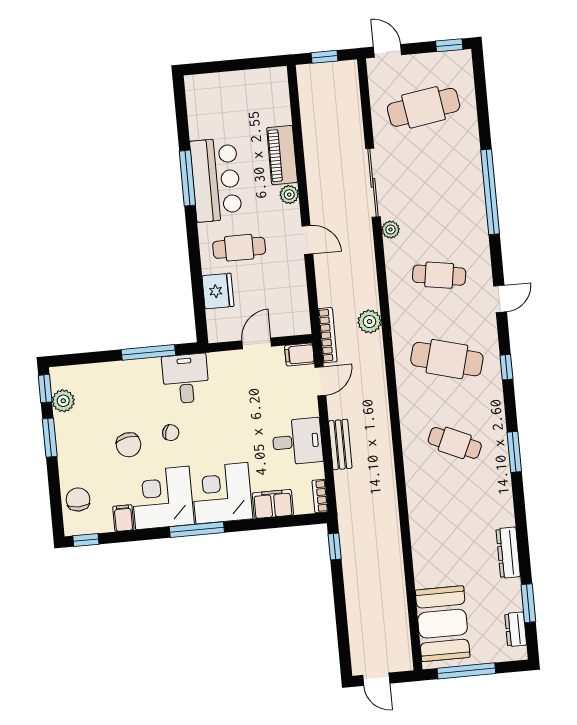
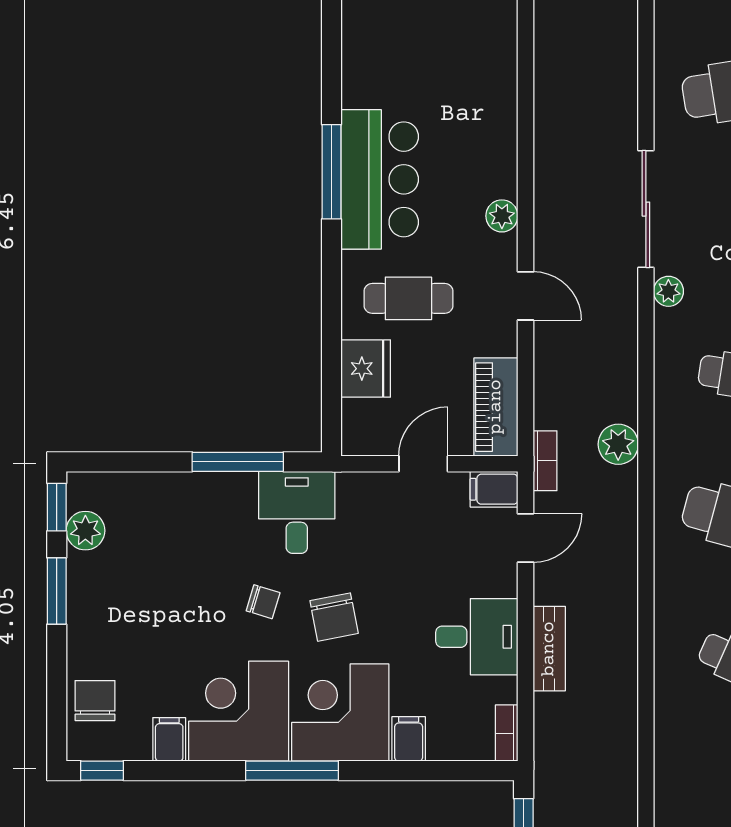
piano: (282, 155) -> (496, 407), moved
bookcase: (328, 335) -> (545, 461), width x0.64
chair: (129, 445) -> (334, 617), moved
filing cabinet: (273, 504) -> (409, 739), width x0.50

